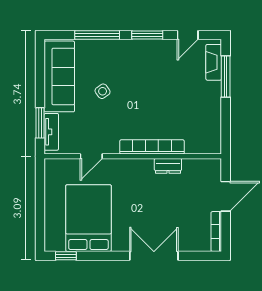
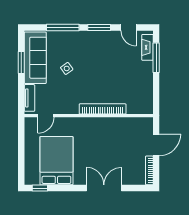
door: (188, 35) -> (128, 28), hinge flipped
window: (40, 123) -> (21, 63), moved
door: (91, 156) -> (46, 116), moved
dresser: (168, 166) -> (114, 123), removed

